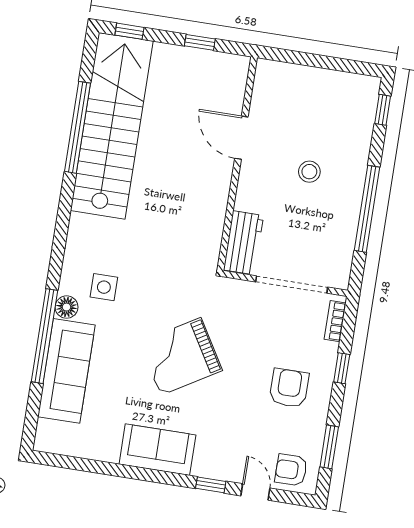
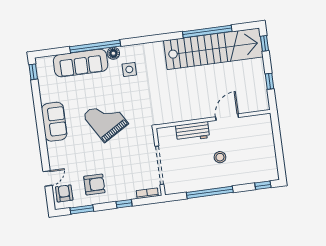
workbench: (243, 243) -> (193, 132), moved
armchair: (289, 388) -> (94, 184), moved
window: (211, 485) -> (33, 72), moved

